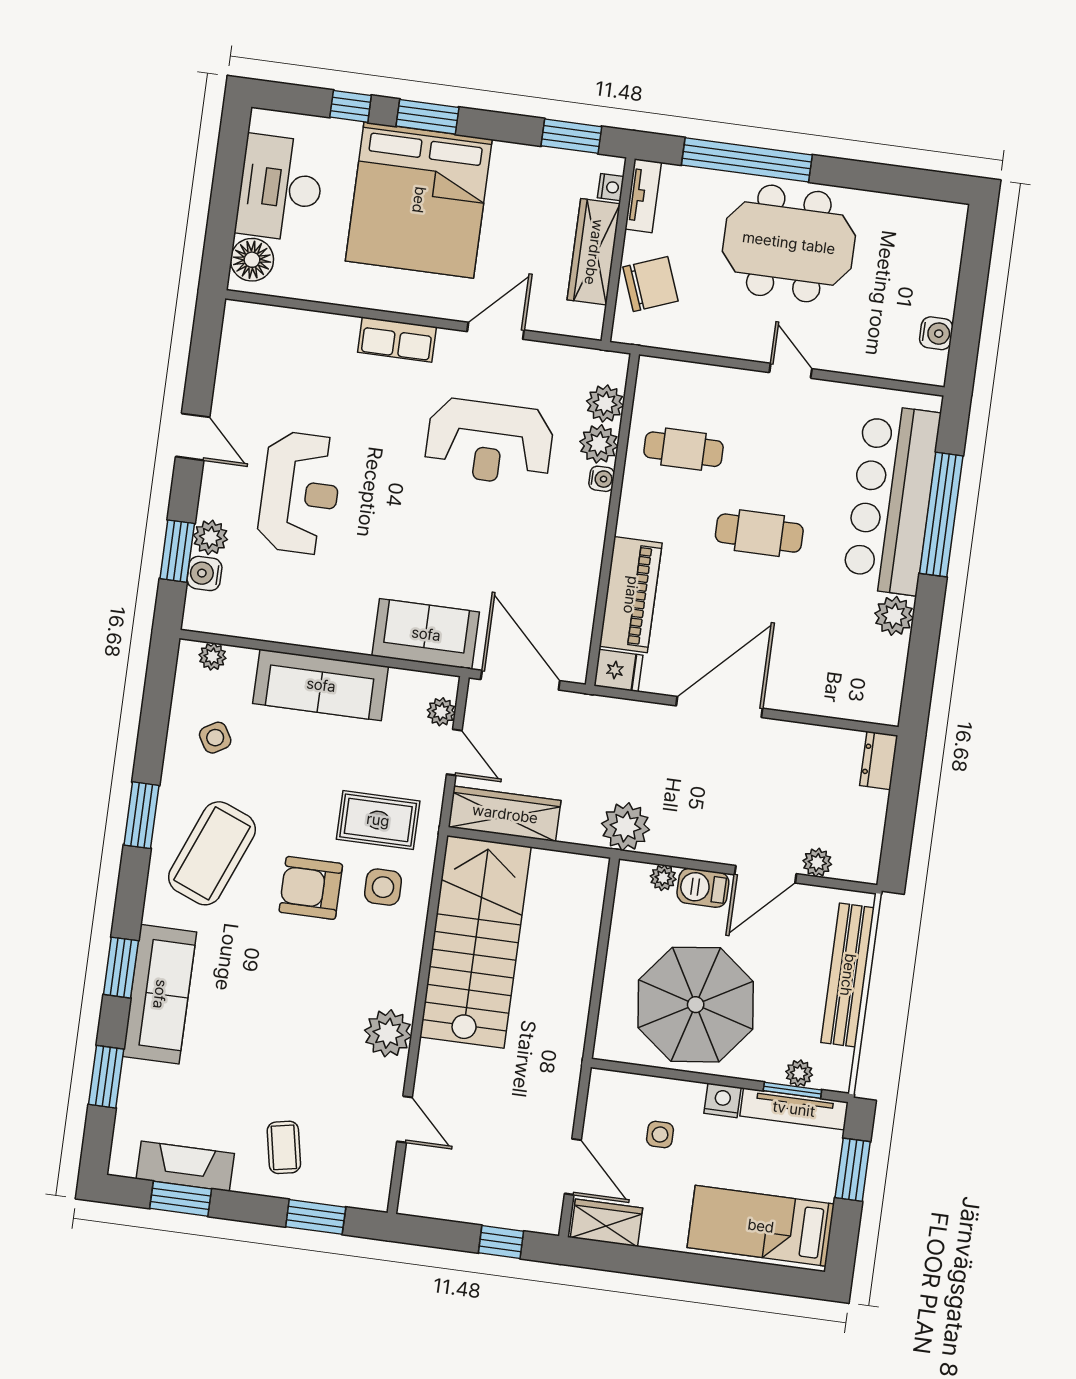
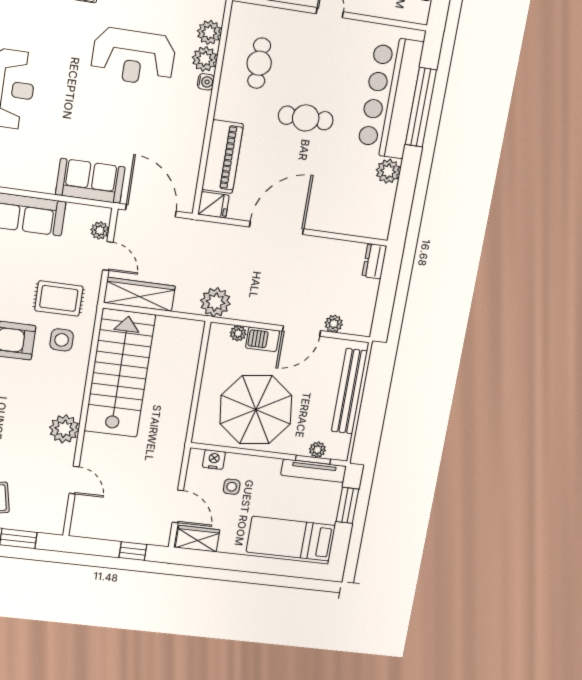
cafe table: (684, 449) -> (259, 63), turned 90
nightstand: (722, 1100) -> (214, 460), moved

